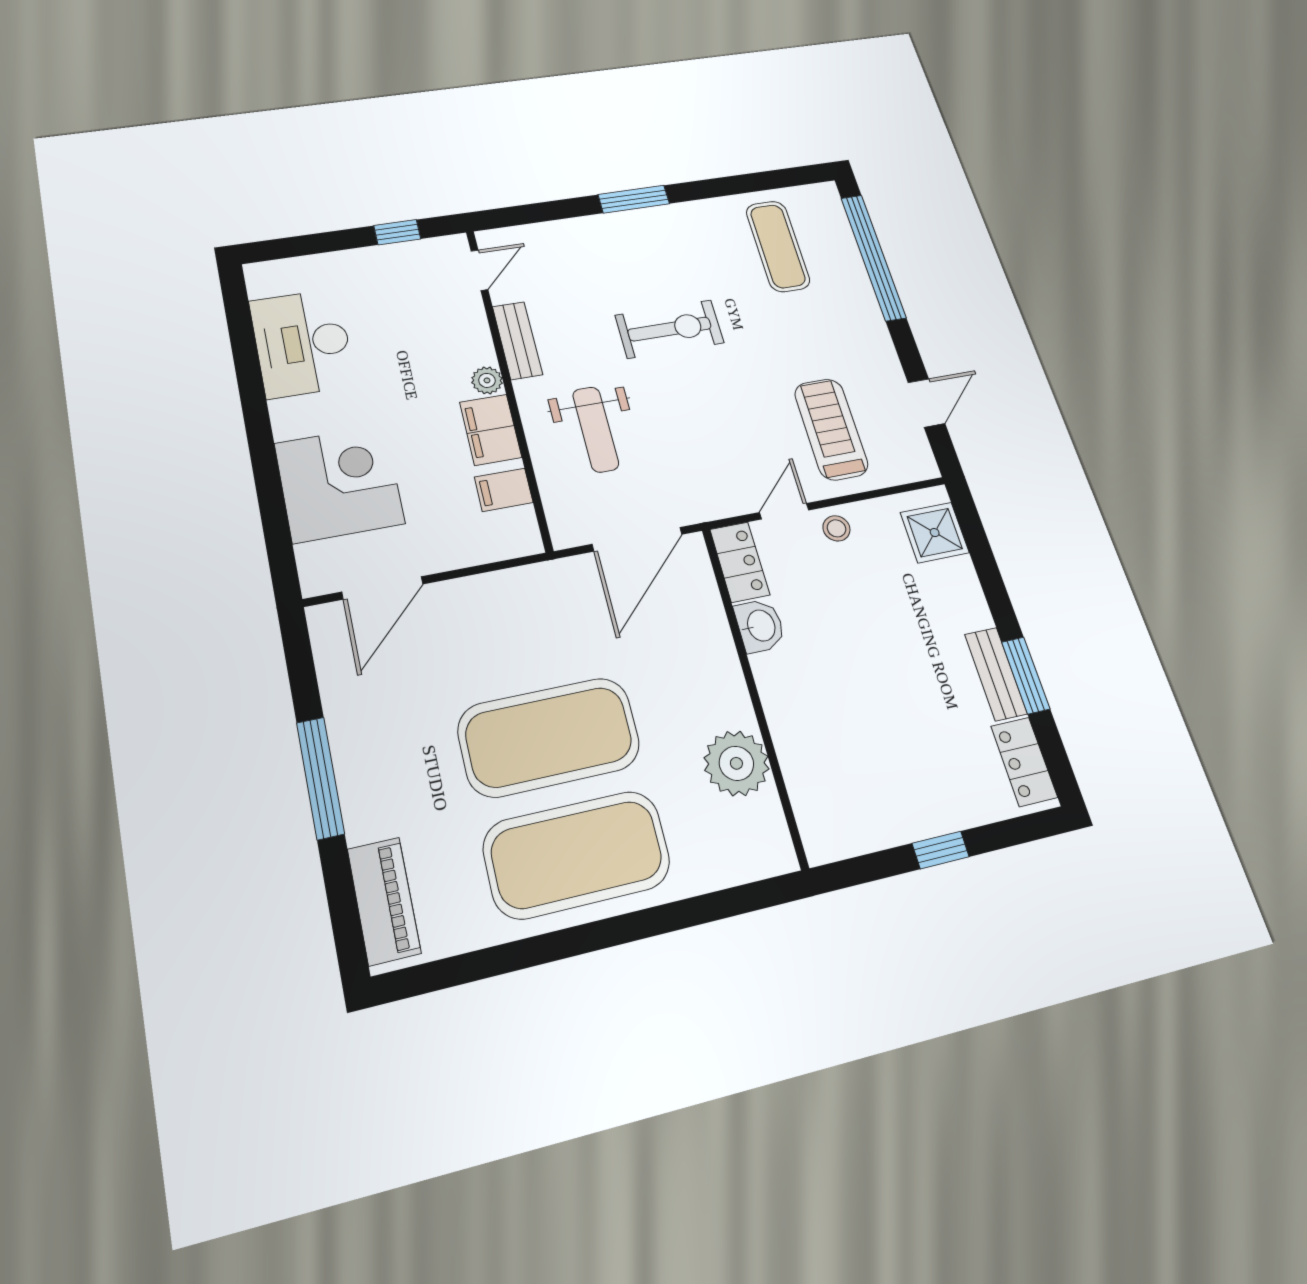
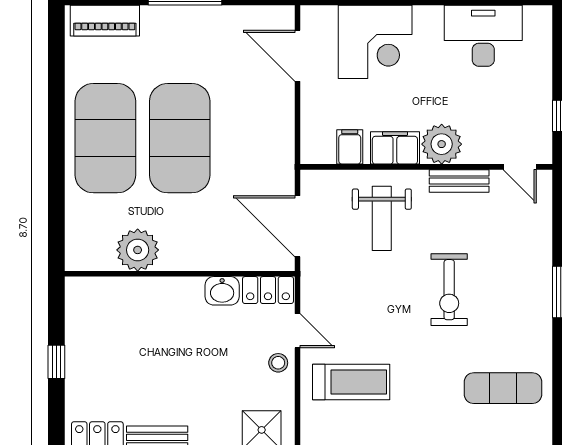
plant: (487, 380) -> (442, 144), width x1.88, depth x1.88
weight bench: (596, 429) -> (382, 218), turned -90

